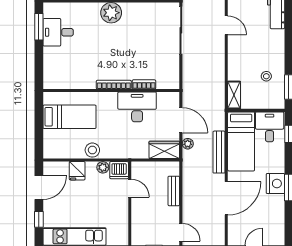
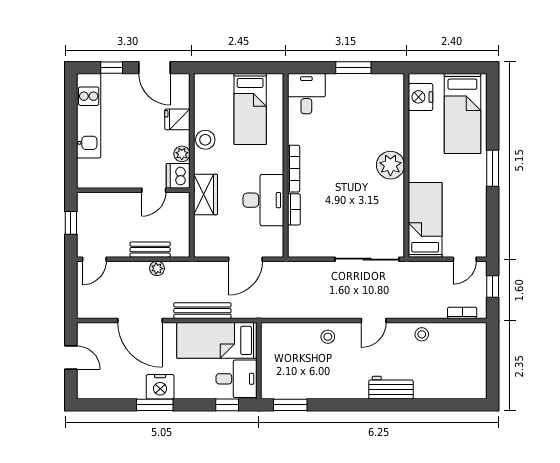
window: (39, 27) -> (353, 68), moved
desk: (58, 32) -> (306, 94), moved
stool: (266, 76) -> (328, 337), moved
shelving: (234, 95) -> (279, 331), removed
plant: (188, 144) -> (157, 268), moved
wardrobe: (164, 150) -> (205, 194), moved

